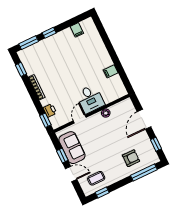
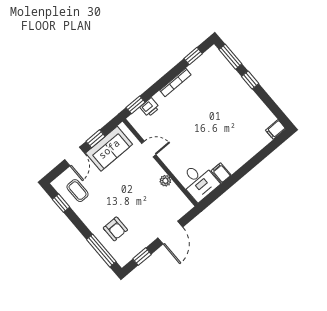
filing cabinet: (77, 30) -> (276, 129), moved
desk: (90, 99) -> (199, 181), moved, turned -90
door: (144, 119) -> (170, 232), swing flipped

